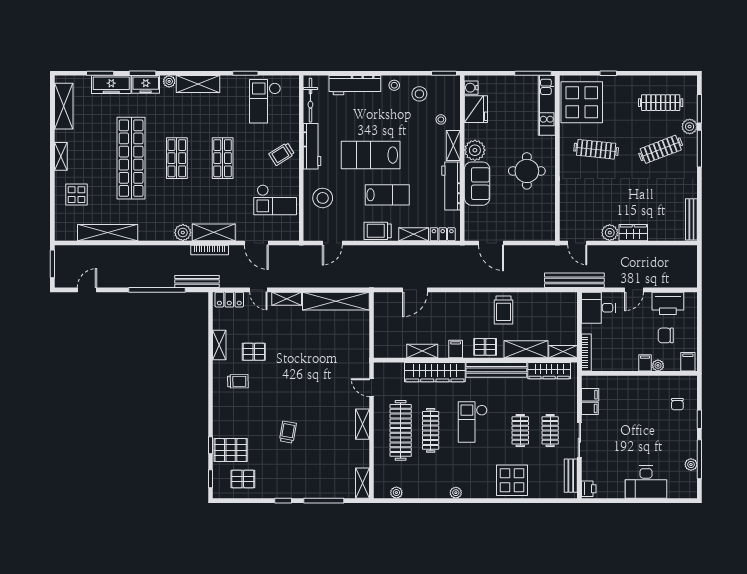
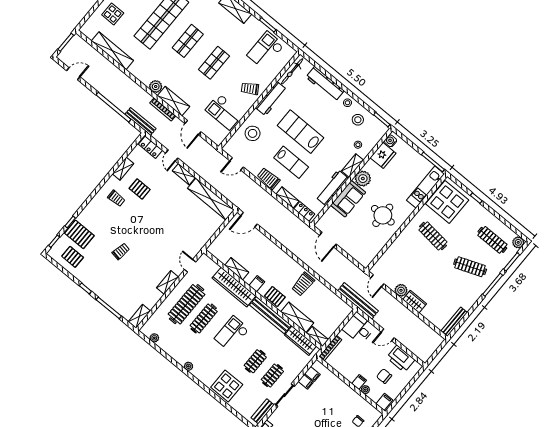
plant: (690, 127) -> (518, 242), moved
door: (415, 290) -> (249, 220), moved

